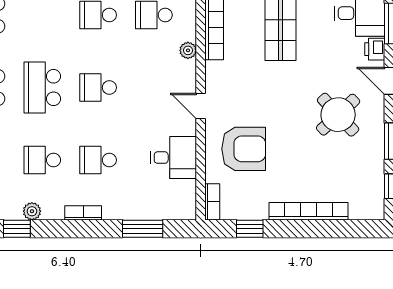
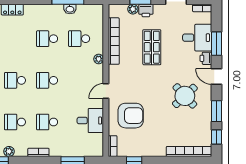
school desk: (42, 88) -> (15, 80), width x0.54
door: (201, 106) -> (106, 91), hinge flipped
bookcase: (309, 211) -> (189, 151), moved

